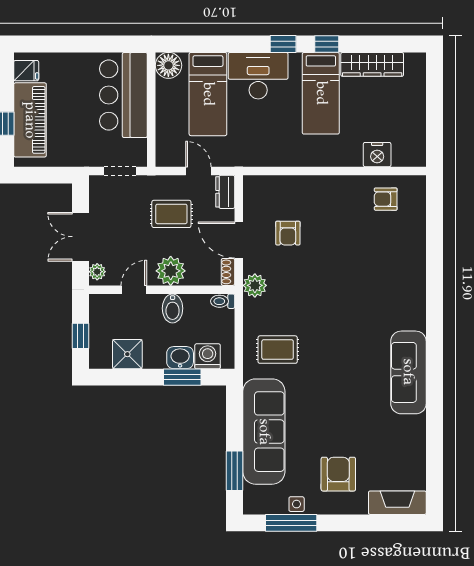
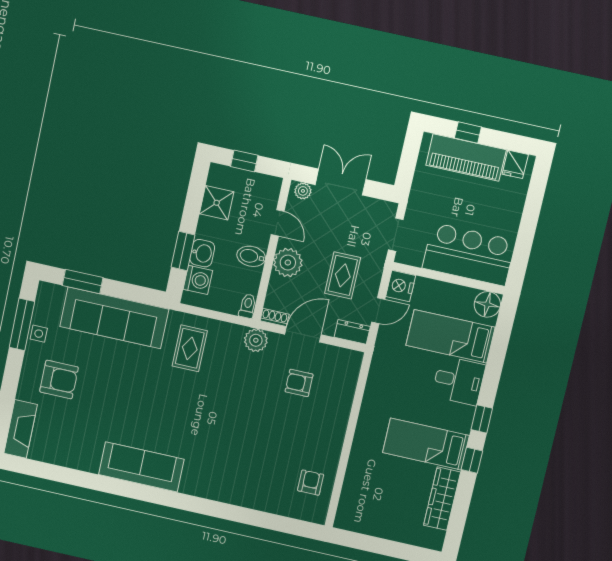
desk: (258, 76) -> (459, 381), width x0.73
nightstand: (377, 155) -> (401, 286), moved

